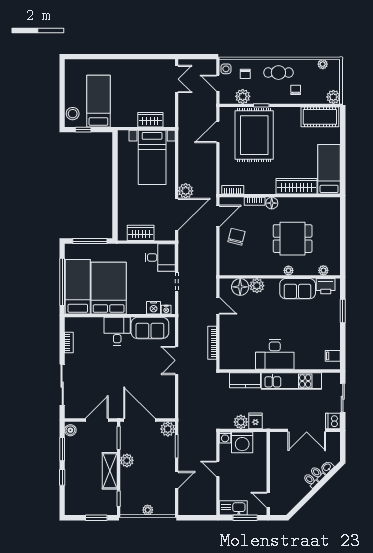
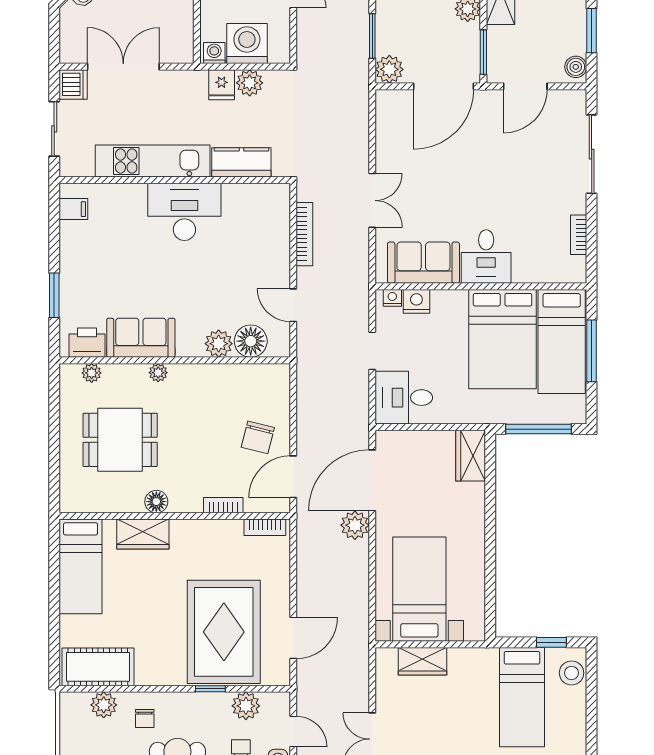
plant: (333, 97) -> (104, 705), moved
wardrobe: (296, 186) -> (143, 534), width x0.67
floor lamp: (272, 203) -> (156, 502), moved
wardrobe: (141, 233) -> (471, 456), moved, turned 90
dining table: (293, 239) -> (120, 440), moved
window: (62, 282) -> (592, 351), width x0.68
door: (139, 420) -> (444, 86), hinge flipped
washing machine: (225, 437) -> (214, 53), moved

